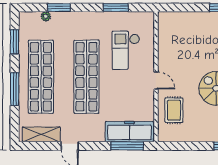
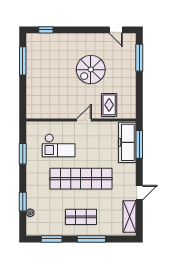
shop shelf: (41, 77) -> (81, 217), width x0.50, depth x0.74
rug: (174, 110) -> (109, 105), turned 90

